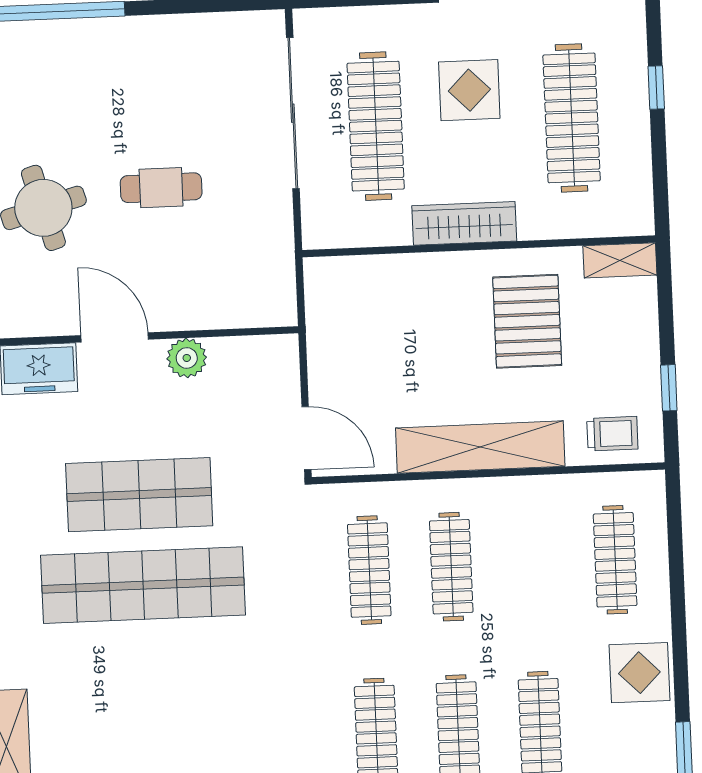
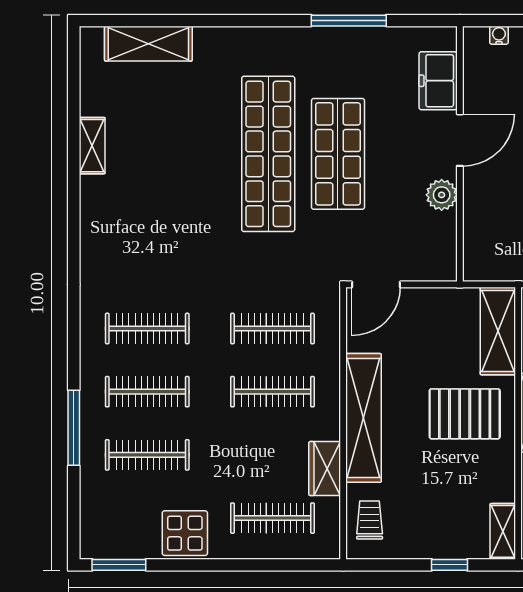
shelving: (360, 278) -> (498, 331), added
pallet: (527, 321) -> (465, 414), moved
window: (669, 388) -> (450, 565), moved
trolley: (612, 434) -> (370, 520), turned 180
wardrobe: (548, 495) -> (325, 469), added

